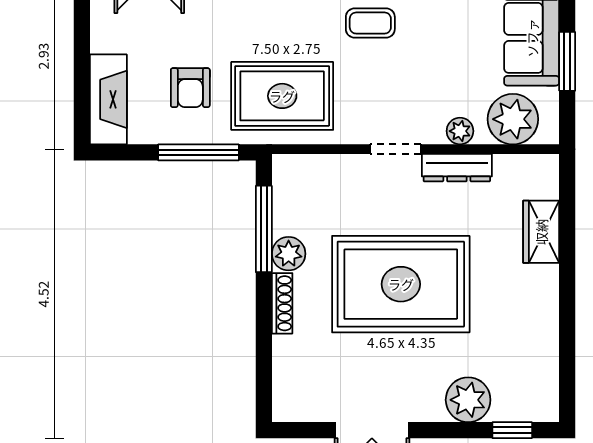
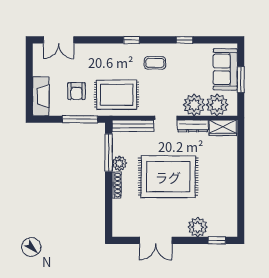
plant: (460, 131) -> (194, 105), width x1.87, depth x1.87
bench: (320, 167) -> (133, 126), added
wardrobe: (541, 232) -> (223, 128), moved, turned -90

